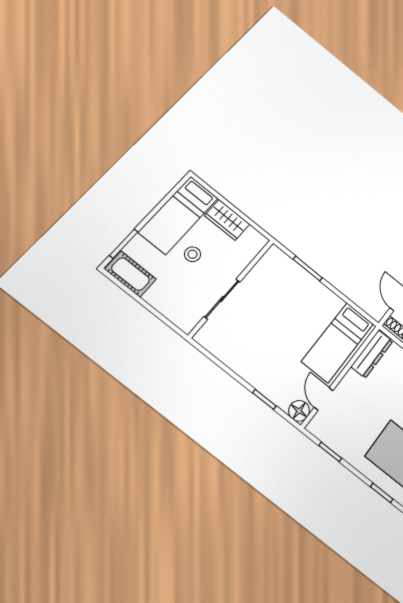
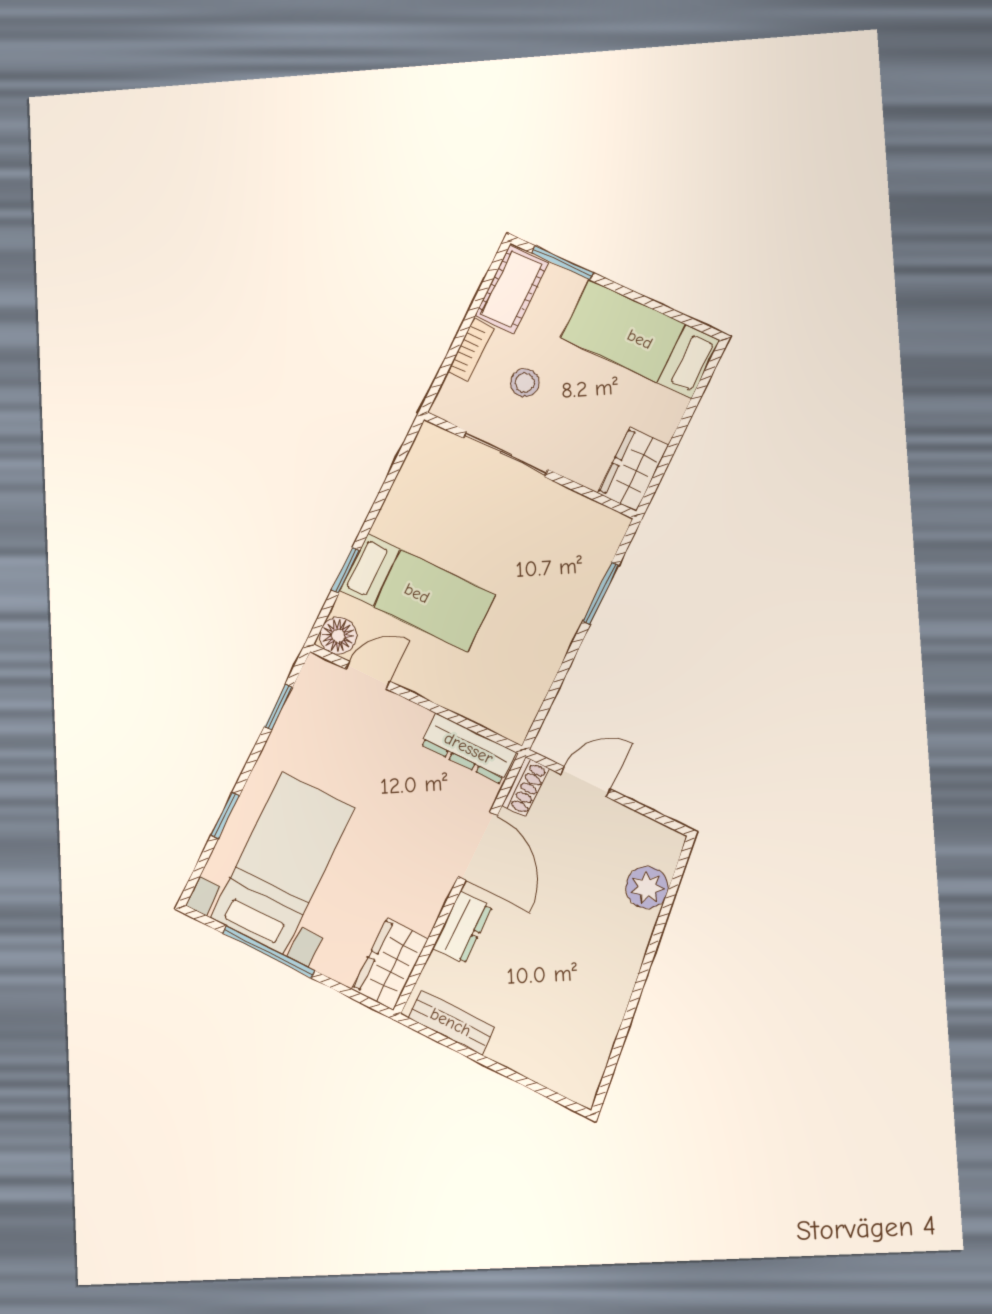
wardrobe: (227, 220) -> (633, 469), moved
stool: (193, 254) -> (525, 383), moved
bookcase: (159, 304) -> (471, 350), added
bed: (338, 343) -> (417, 593), moved, turned 180

